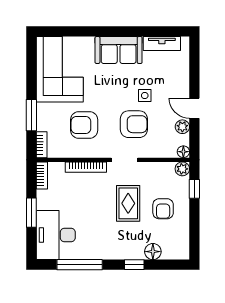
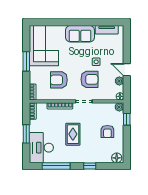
window: (31, 115) -> (26, 61), moved
rug: (128, 203) -> (73, 134), moved
floor lamp: (153, 252) -> (117, 158), moved

